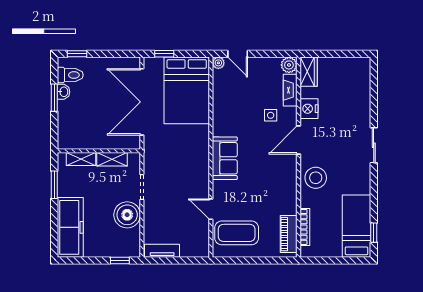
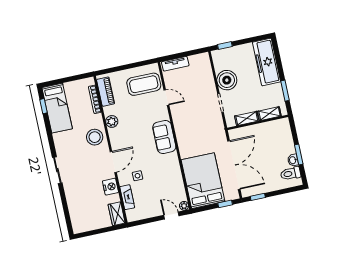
window: (77, 54) -> (258, 197), moved
plant: (289, 65) -> (112, 121), moved
tv unit: (162, 251) -> (175, 64), moved

